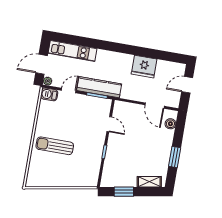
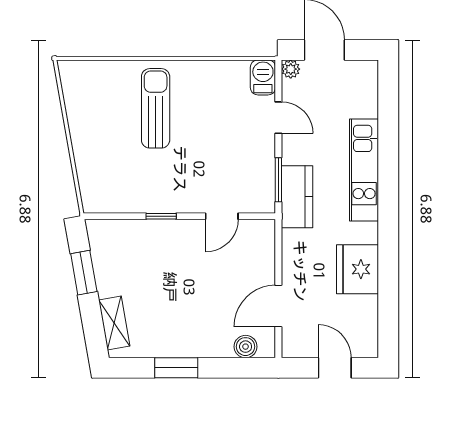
kitchen unit: (72, 51) -> (364, 170), moved
kitchen counter: (99, 87) -> (297, 197), width x0.67

